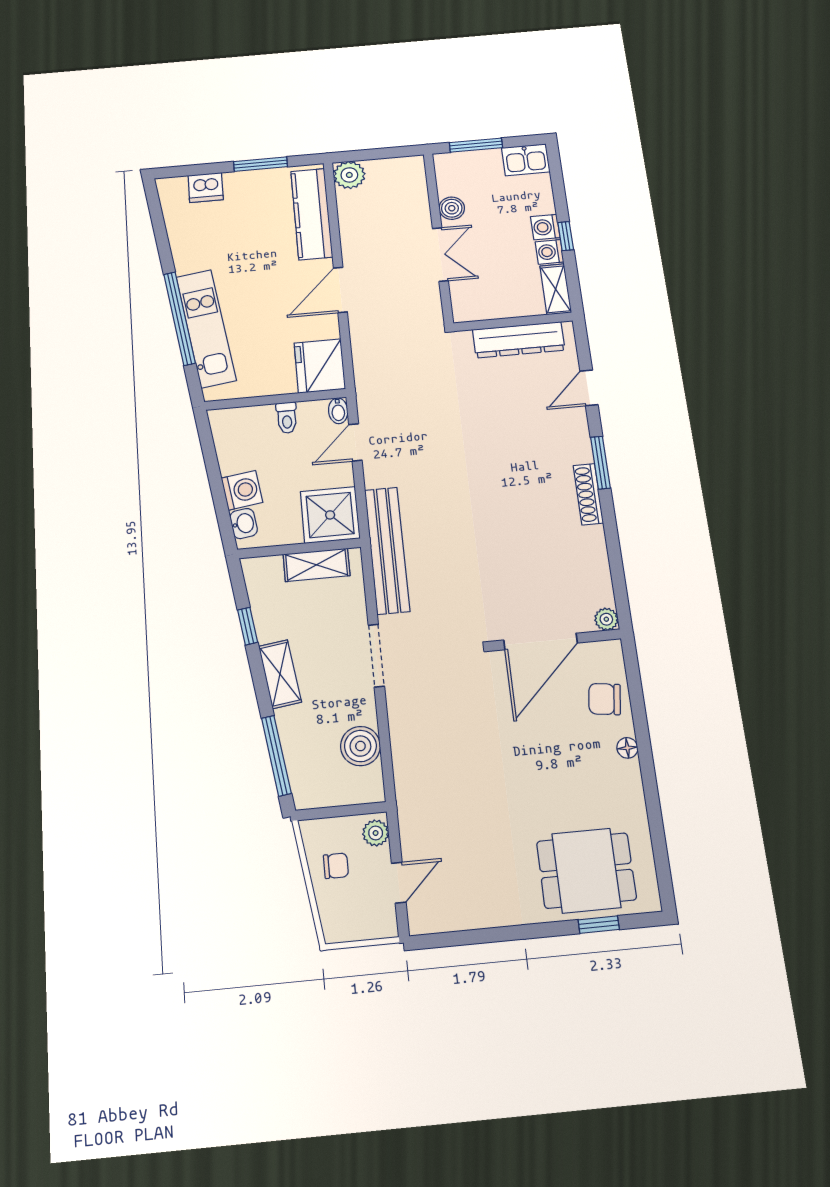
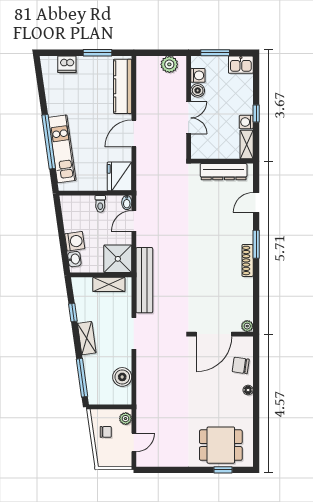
plant: (349, 175) -> (169, 64), moved
washing machine: (545, 227) -> (198, 75), moved, turned 180

